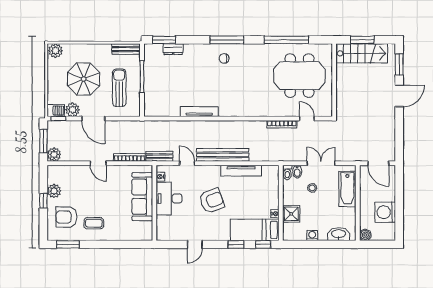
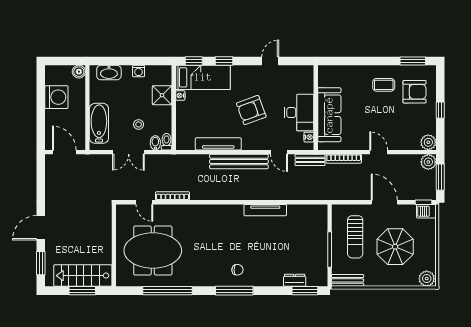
plant: (72, 110) -> (408, 212), removed
plant: (54, 191) -> (428, 142), moved

